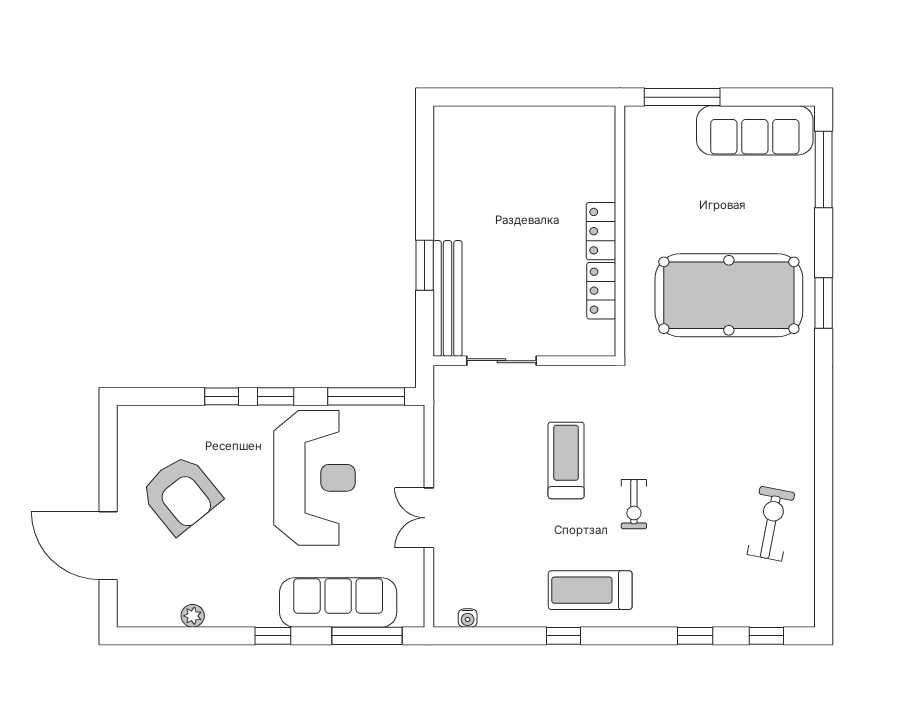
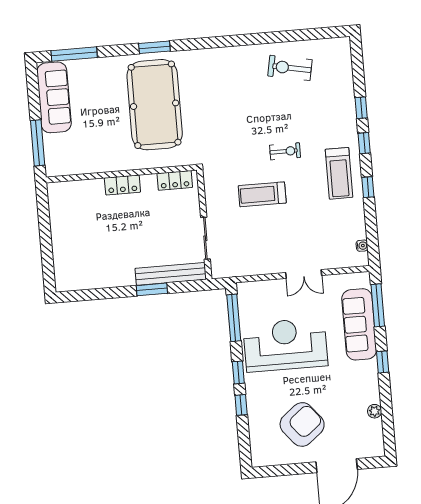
locker: (601, 291) -> (175, 180), moved
window: (766, 636) -> (364, 143), moved

